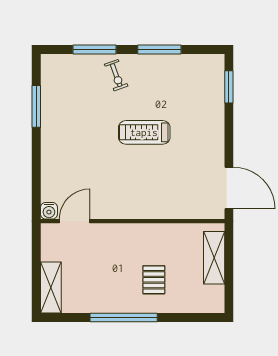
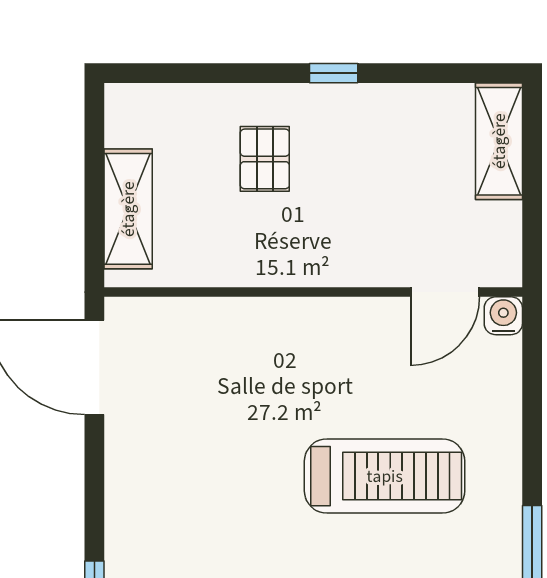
treadmill: (144, 132) -> (385, 476), moved, width x1.37, depth x1.38
window: (124, 318) -> (334, 73), width x0.32

